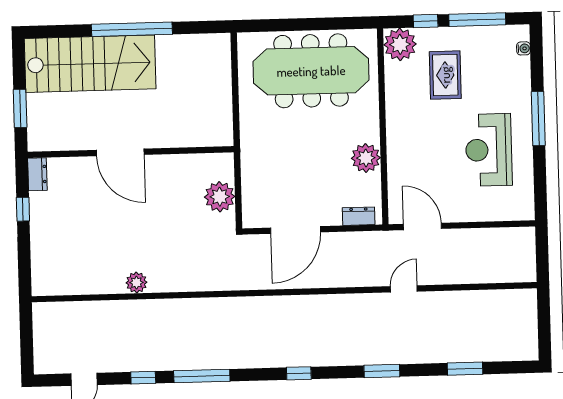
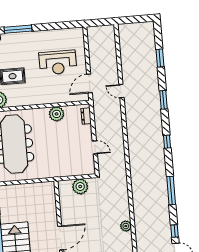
window: (538, 119) -> (18, 29), moved
reception desk: (489, 150) -> (58, 63), moved
door: (296, 230) -> (95, 147), width x0.53
window: (143, 378) -> (175, 231), moved

